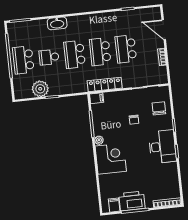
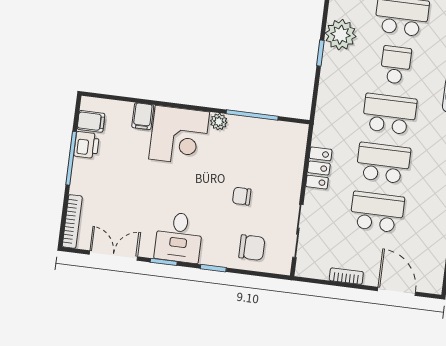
door: (164, 30) -> (397, 291), hinge flipped
locker: (105, 84) -> (319, 168), width x0.66
filing cabinet: (97, 98) -> (143, 116), moved
desk: (162, 147) -> (179, 237), width x0.73
double door: (180, 178) -> (113, 256), added
printer: (132, 201) -> (87, 145), width x0.53, depth x0.68

